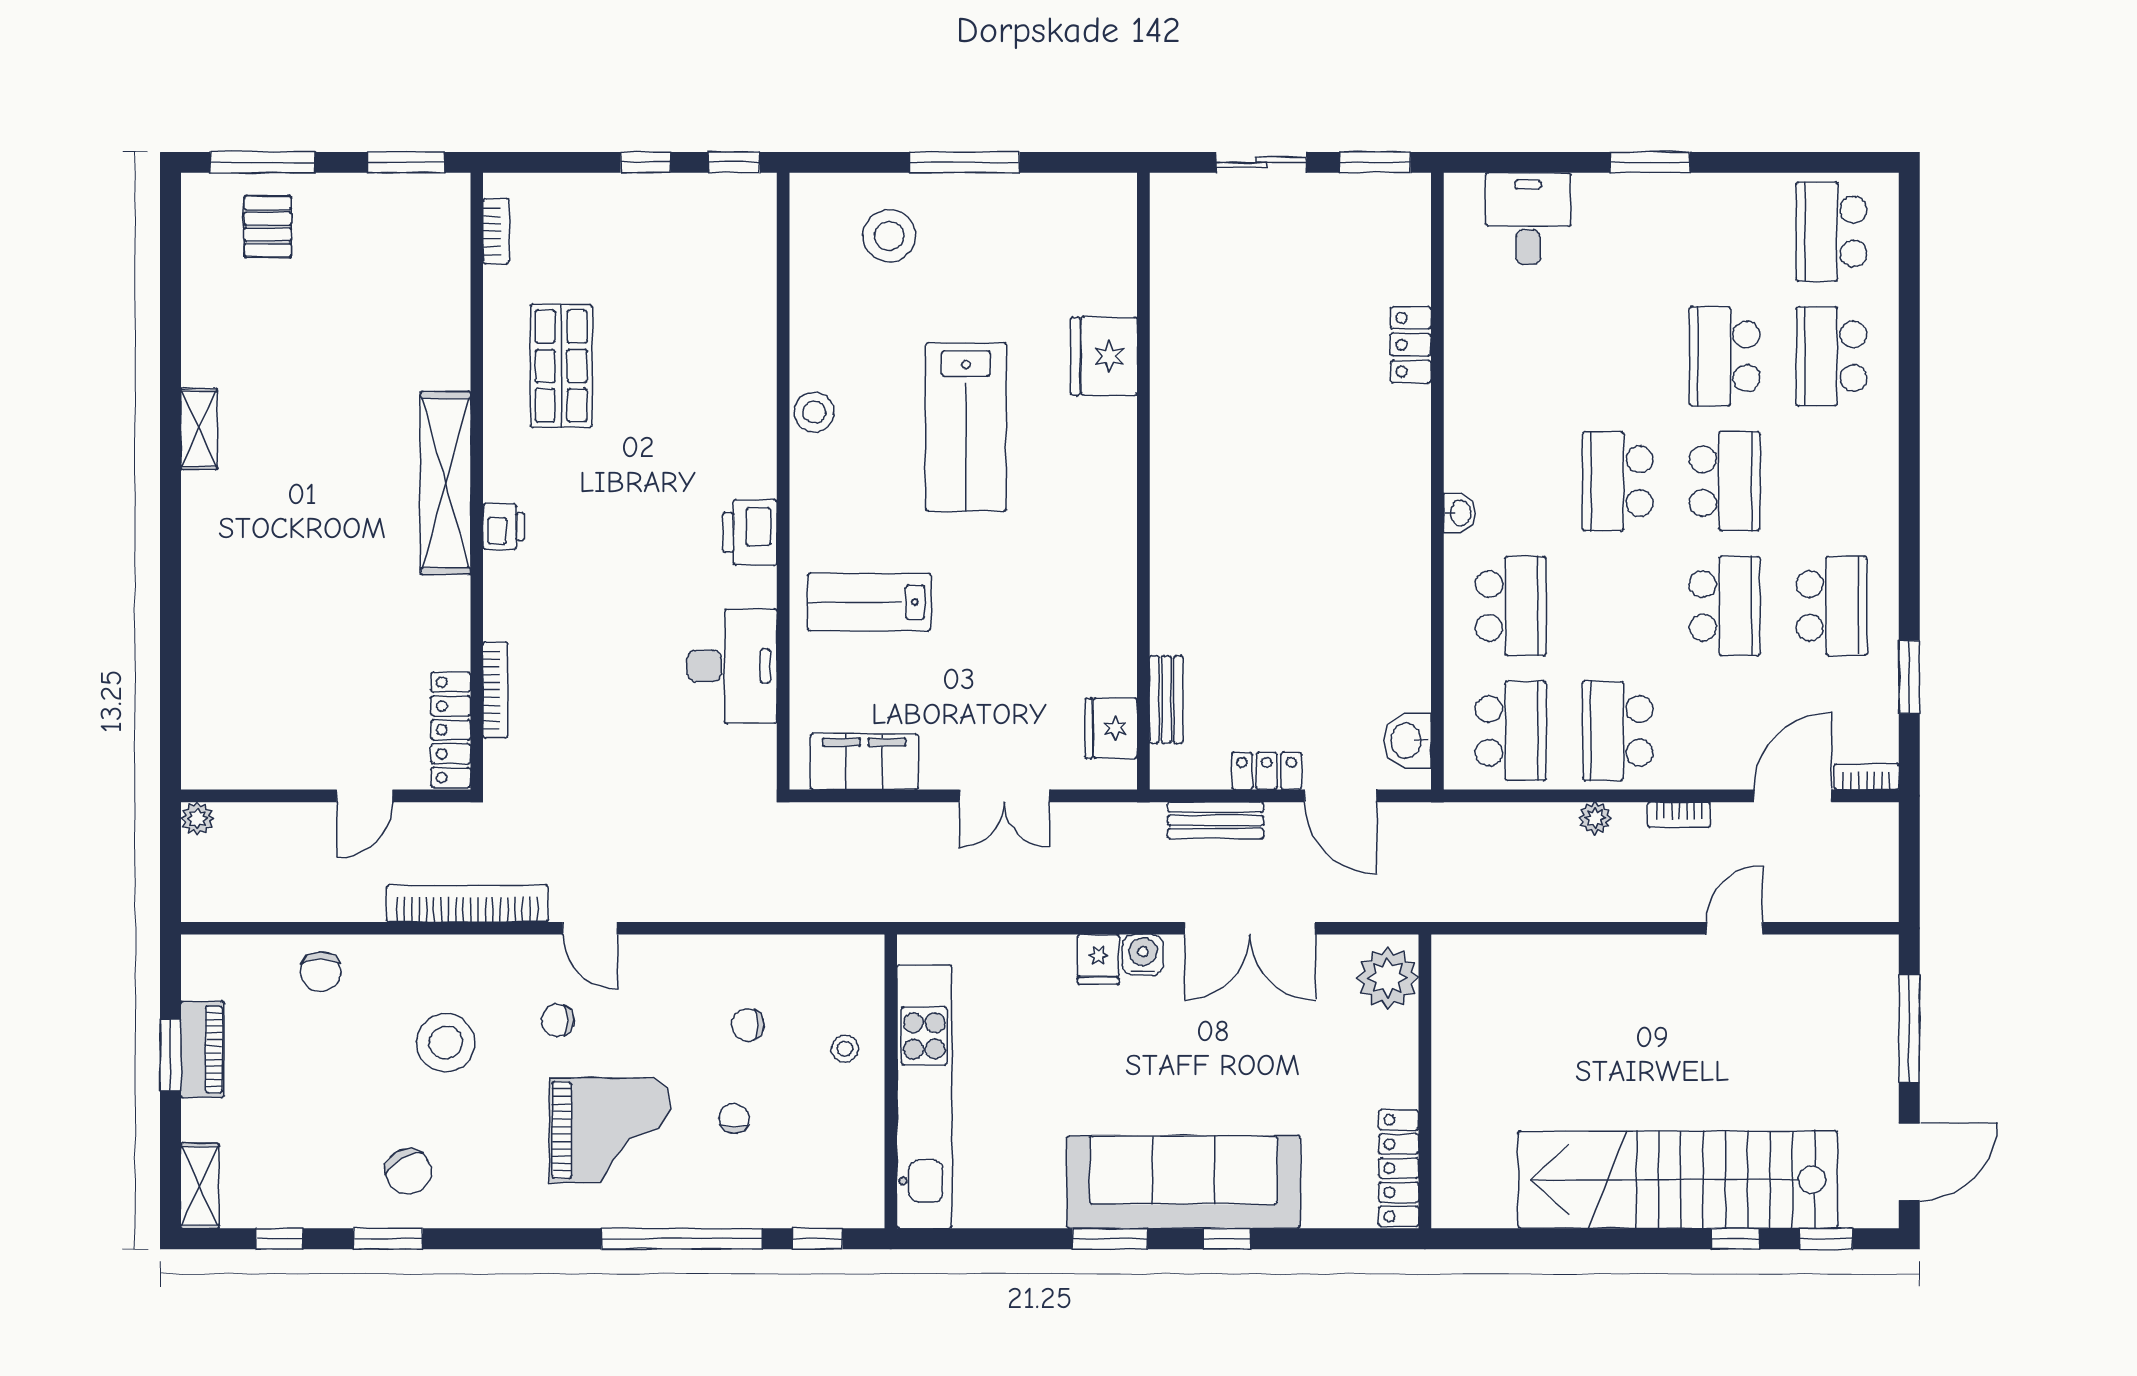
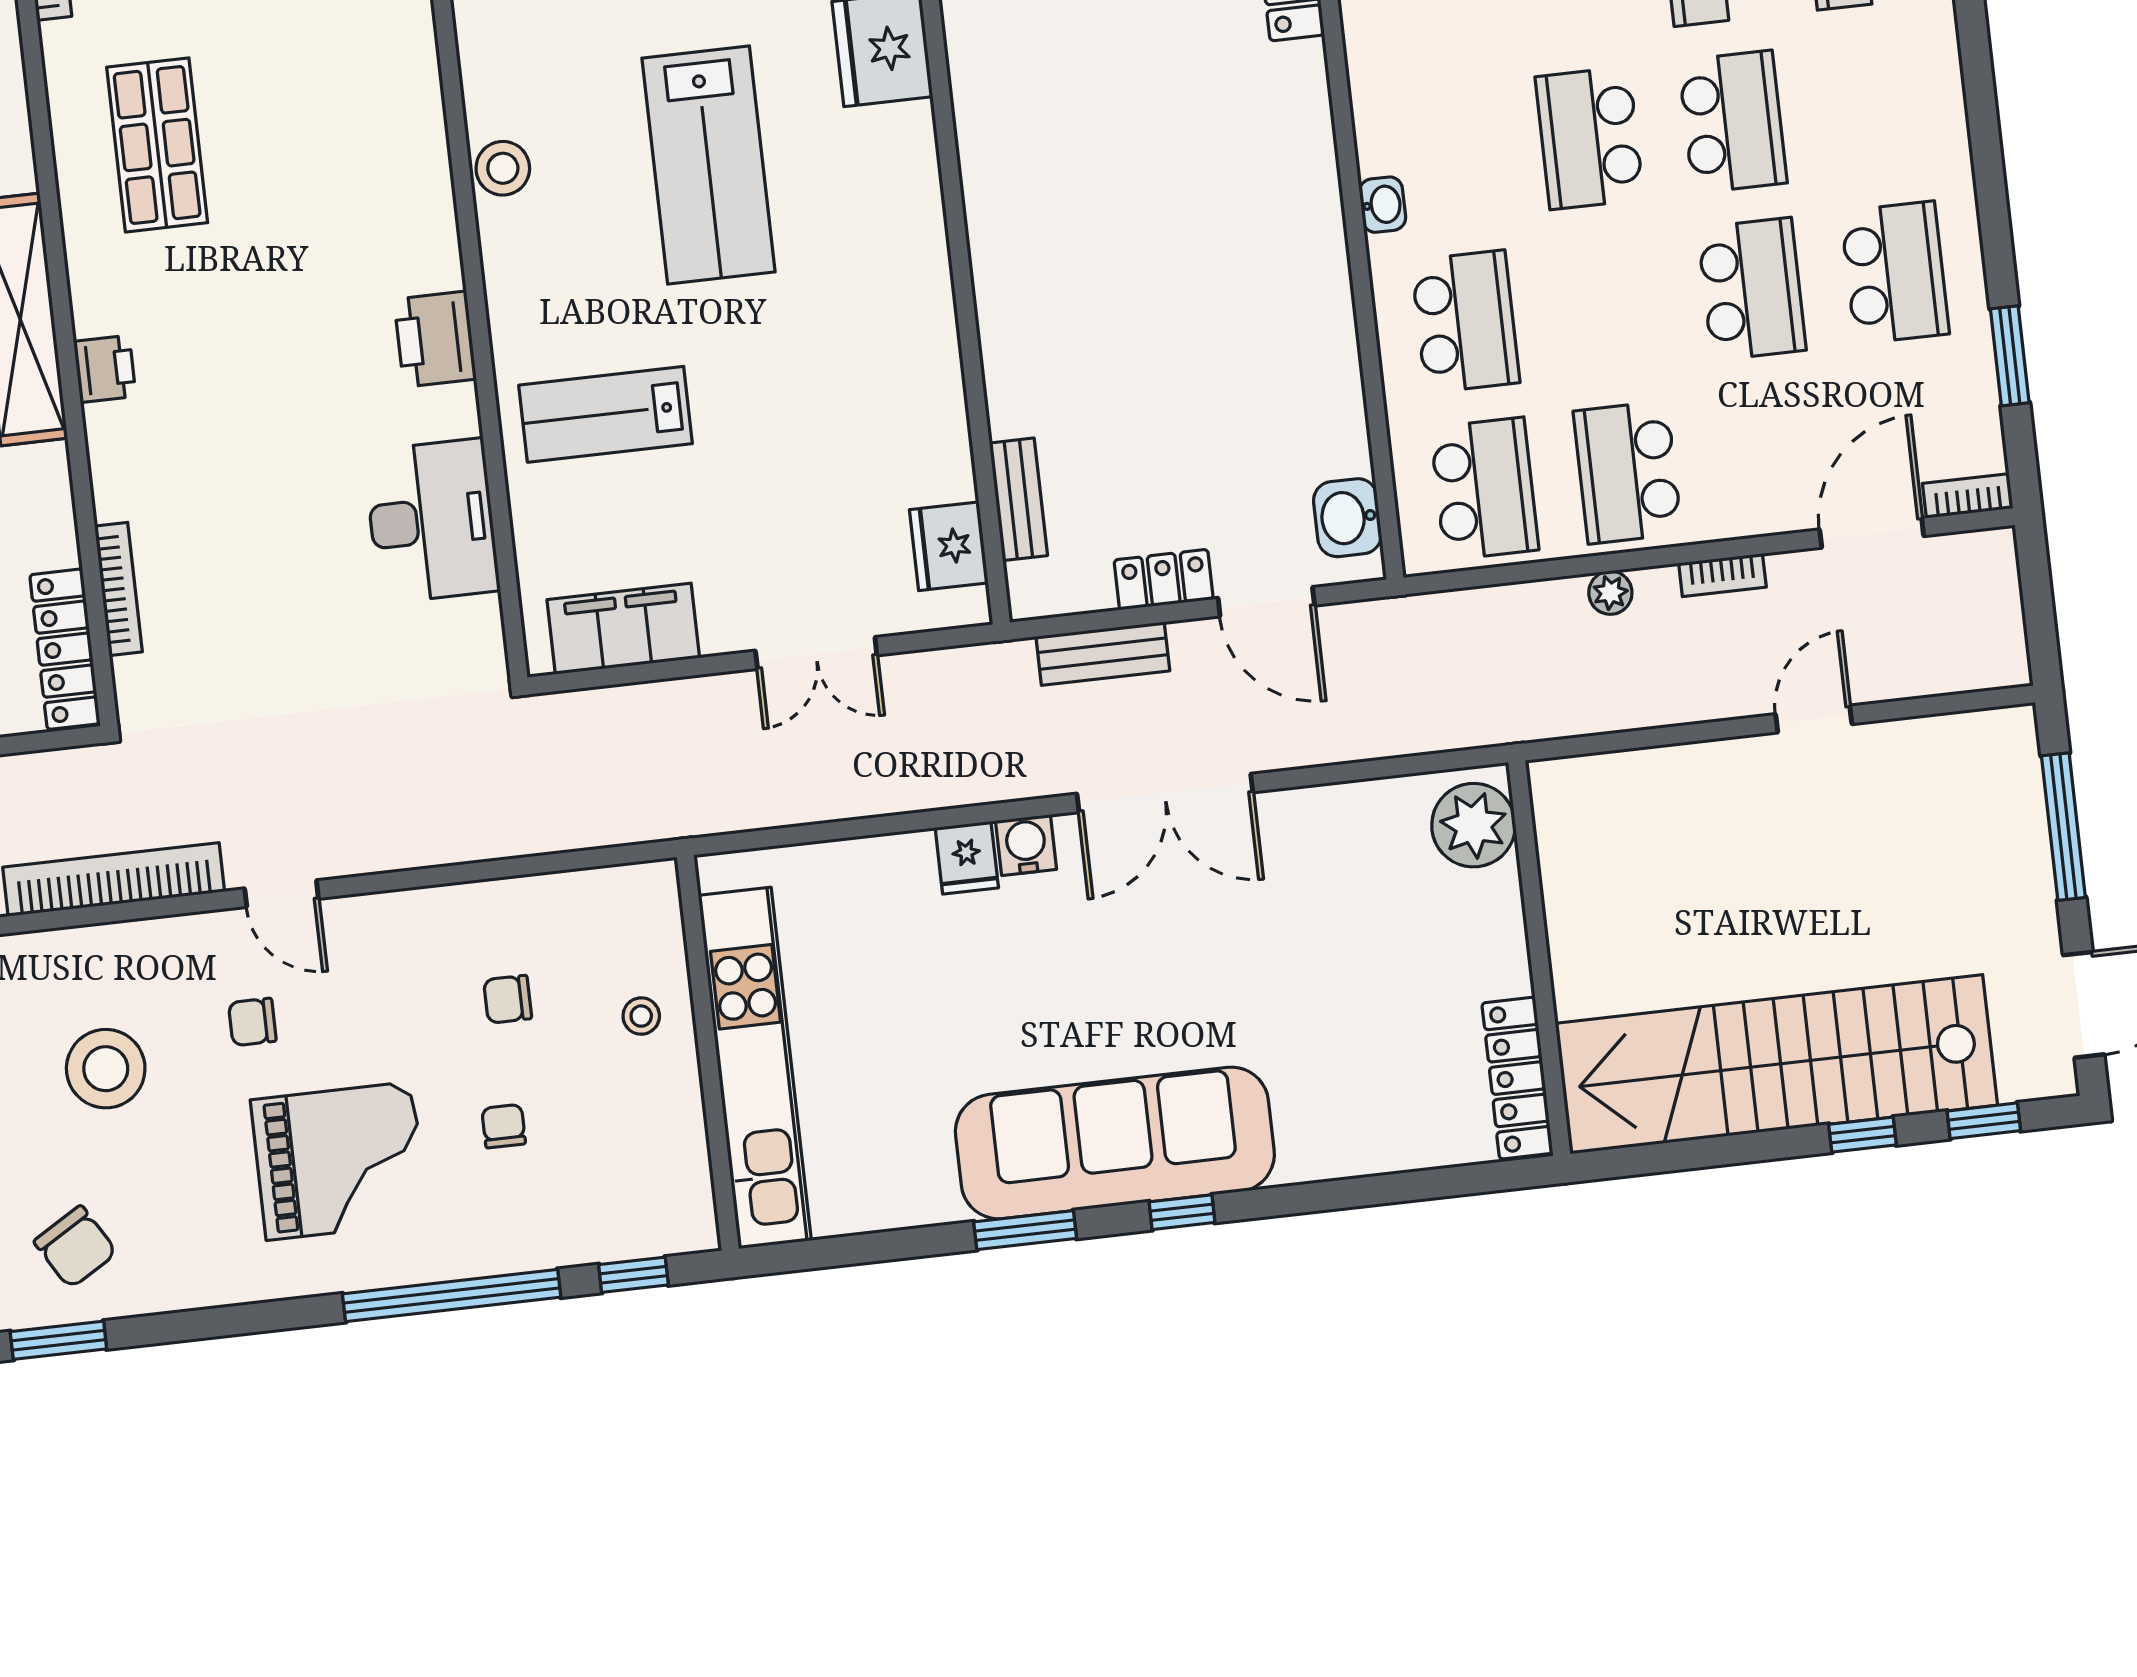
plant: (1388, 978) -> (1474, 825), moved
wall: (1425, 1081) -> (1539, 958), moved
locker: (1399, 1168) -> (1517, 1078), moved

